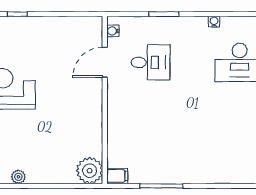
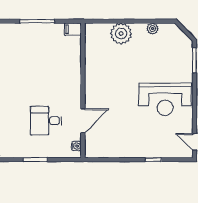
plant: (90, 171) -> (121, 33), moved

